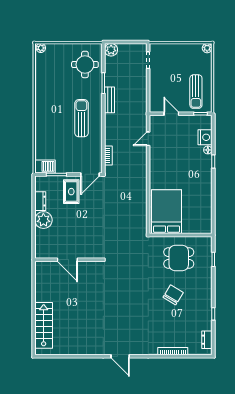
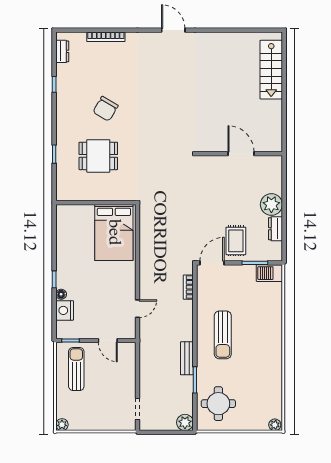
bed: (167, 212) -> (114, 232), moved
wall: (181, 235) -> (96, 203), moved

